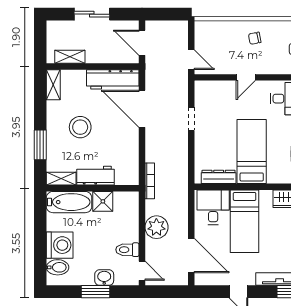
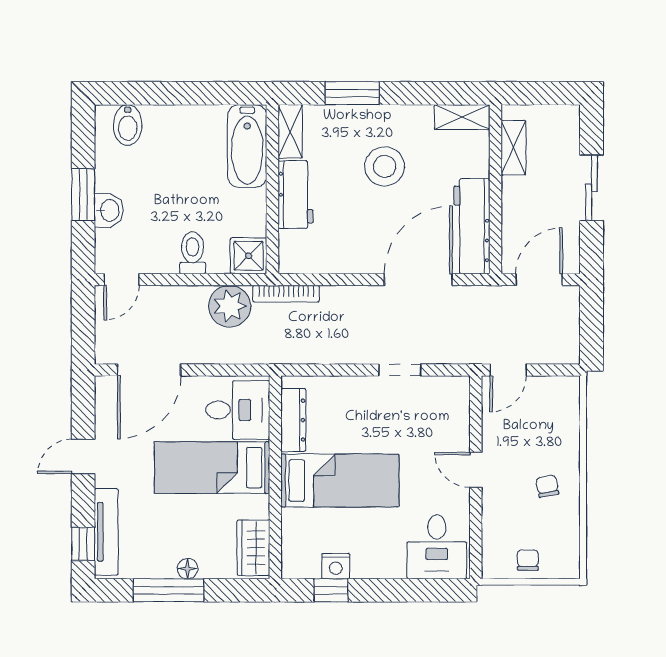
shower: (103, 201) -> (249, 256), moved
plant: (156, 227) -> (230, 306), moved
washing machine: (60, 245) -> (168, 129), removed
toilet: (127, 250) -> (193, 253), moved

